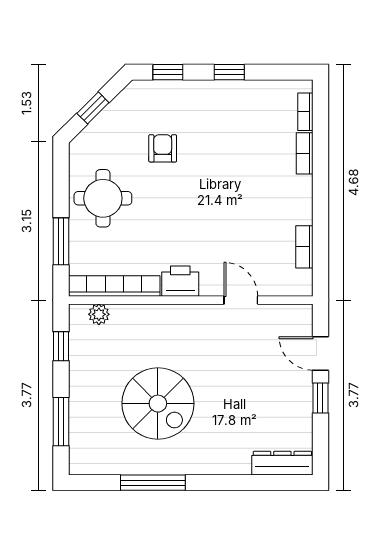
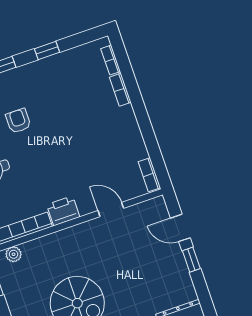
bookcase: (304, 247) -> (149, 175), moved

